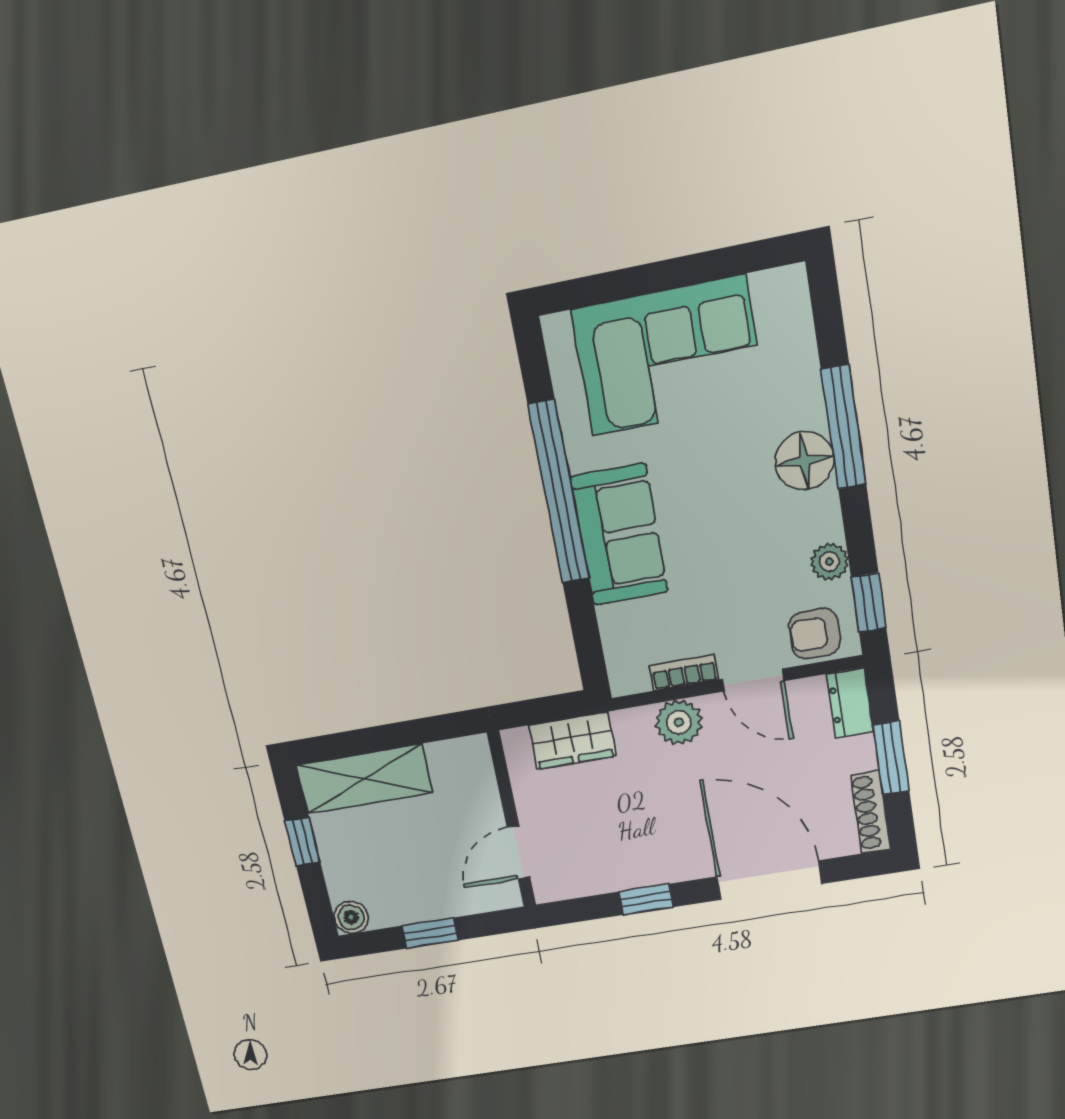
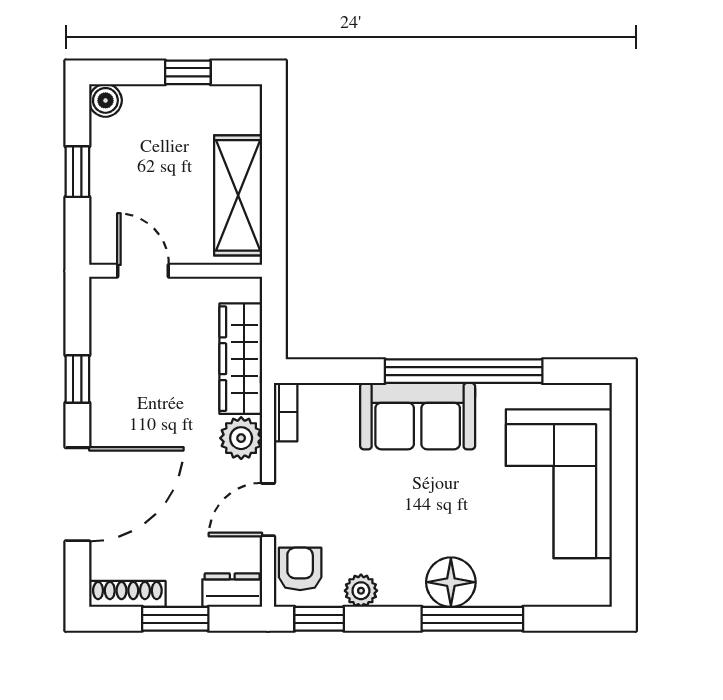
bookcase: (684, 673) -> (286, 412), moved
wardrobe: (572, 741) -> (241, 359), width x1.50
shelving: (364, 779) -> (238, 195), moved

